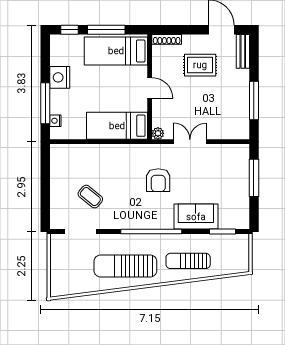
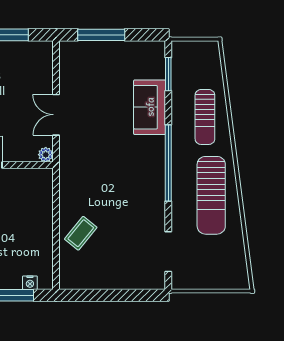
bed: (117, 126) -> (36, 206), removed
armchair: (158, 180) -> (104, 154), removed
coffee table: (90, 197) -> (81, 233), moved

